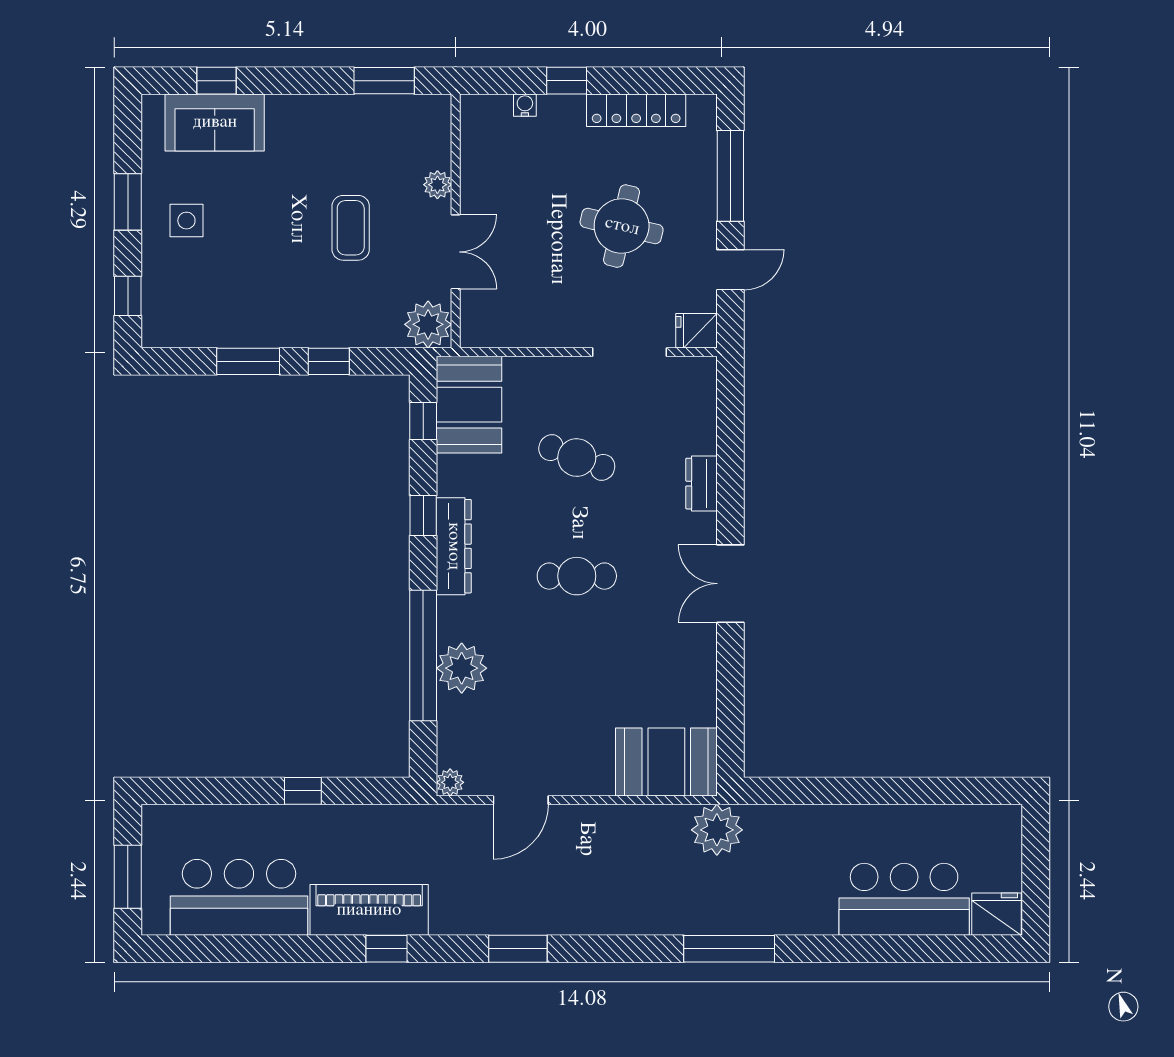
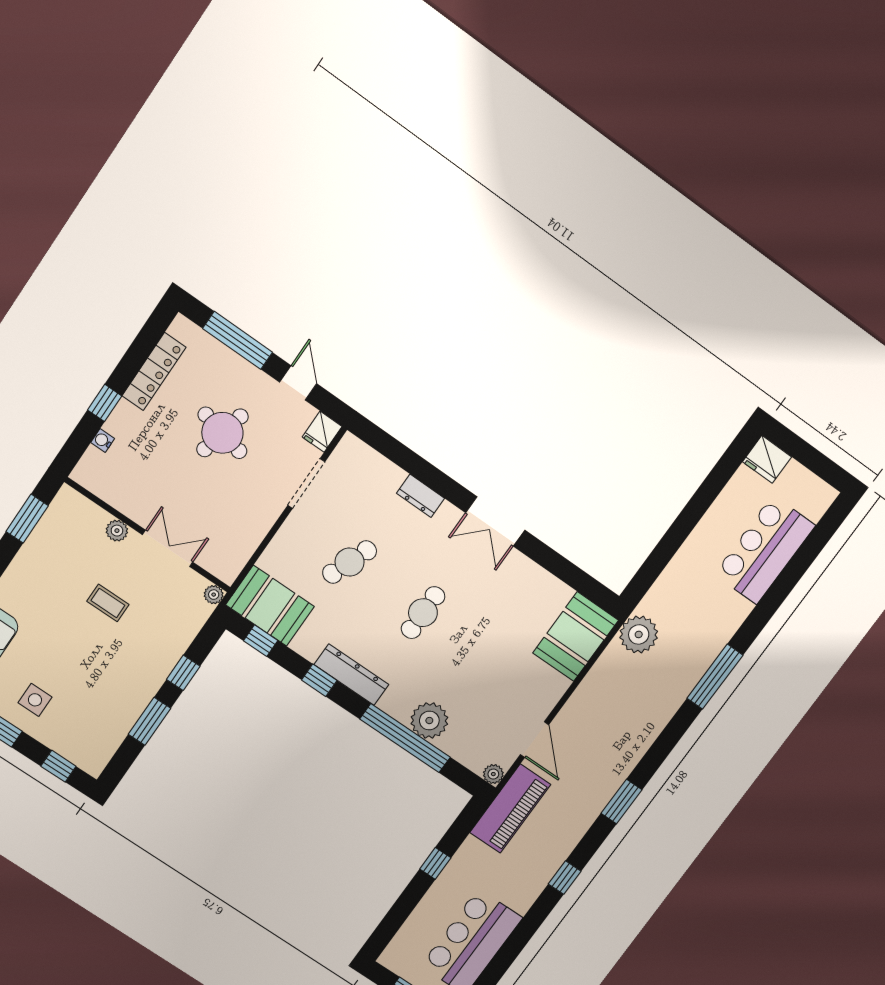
coffee table: (351, 228) -> (108, 603), width x0.73, depth x0.77
plant: (428, 324) -> (214, 595), width x0.53, depth x0.53
piano: (369, 910) -> (510, 809), moved, turned 180
fridge: (996, 914) -> (767, 459), moved, turned -90

